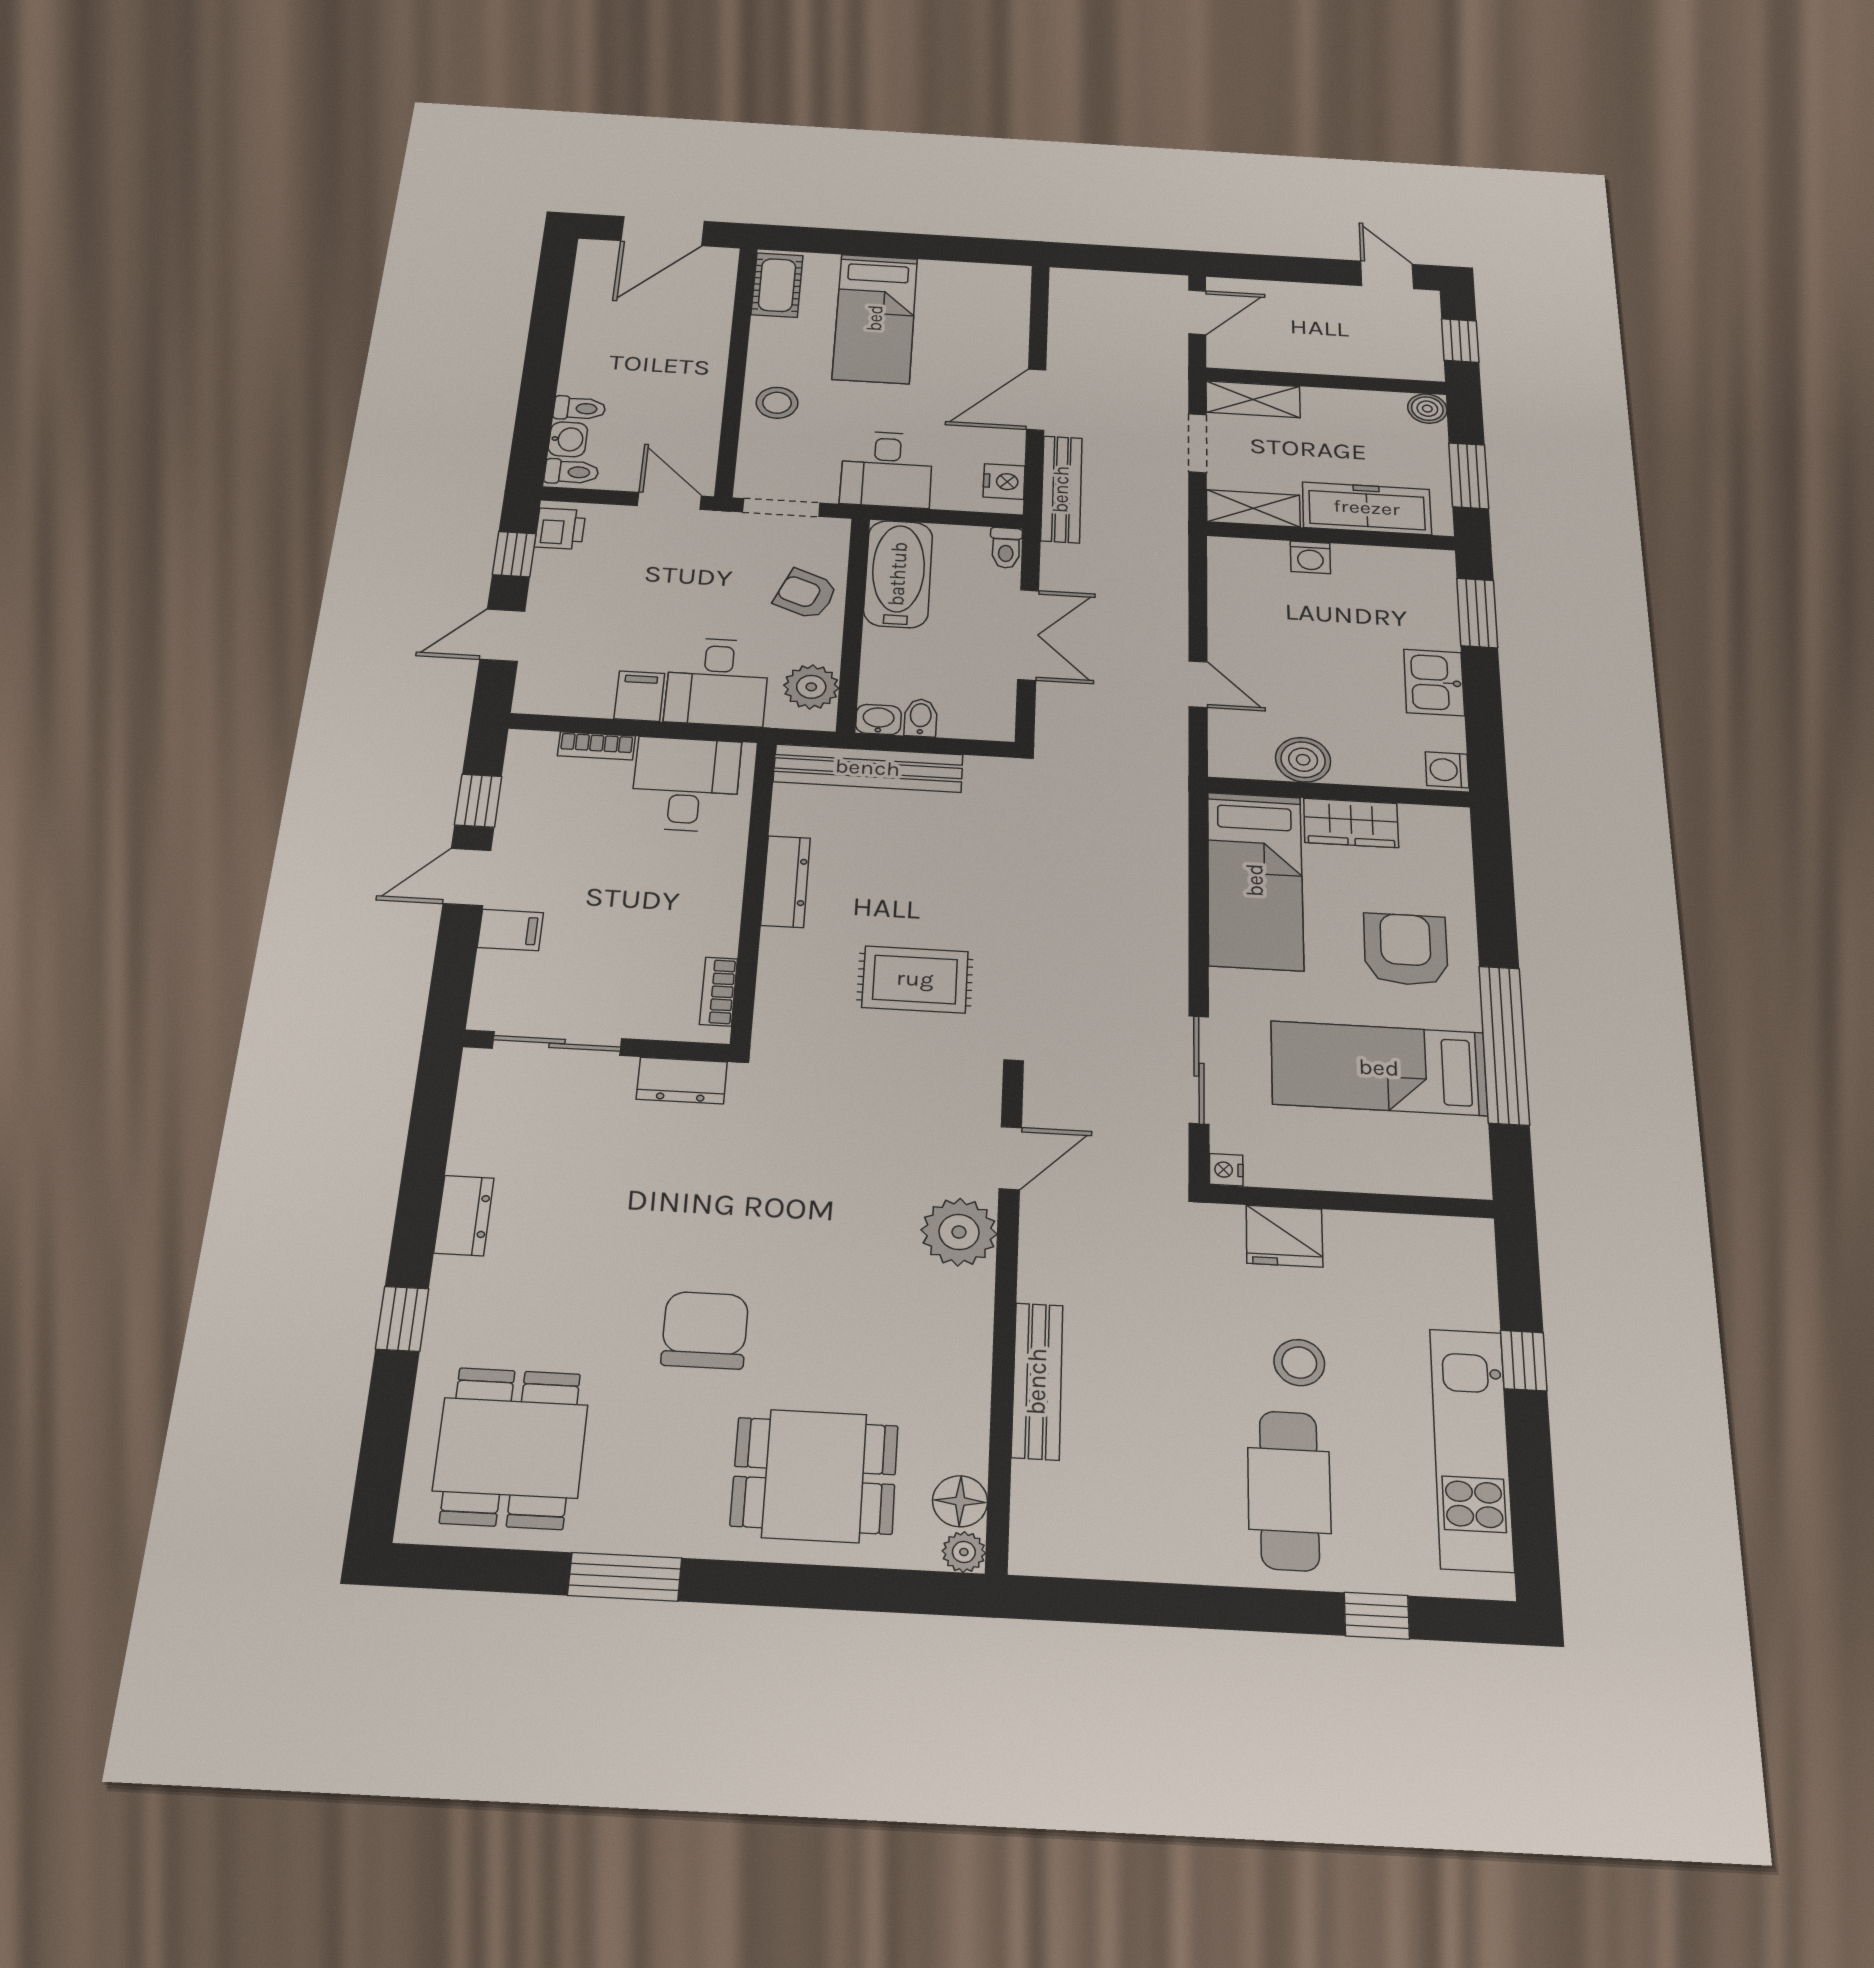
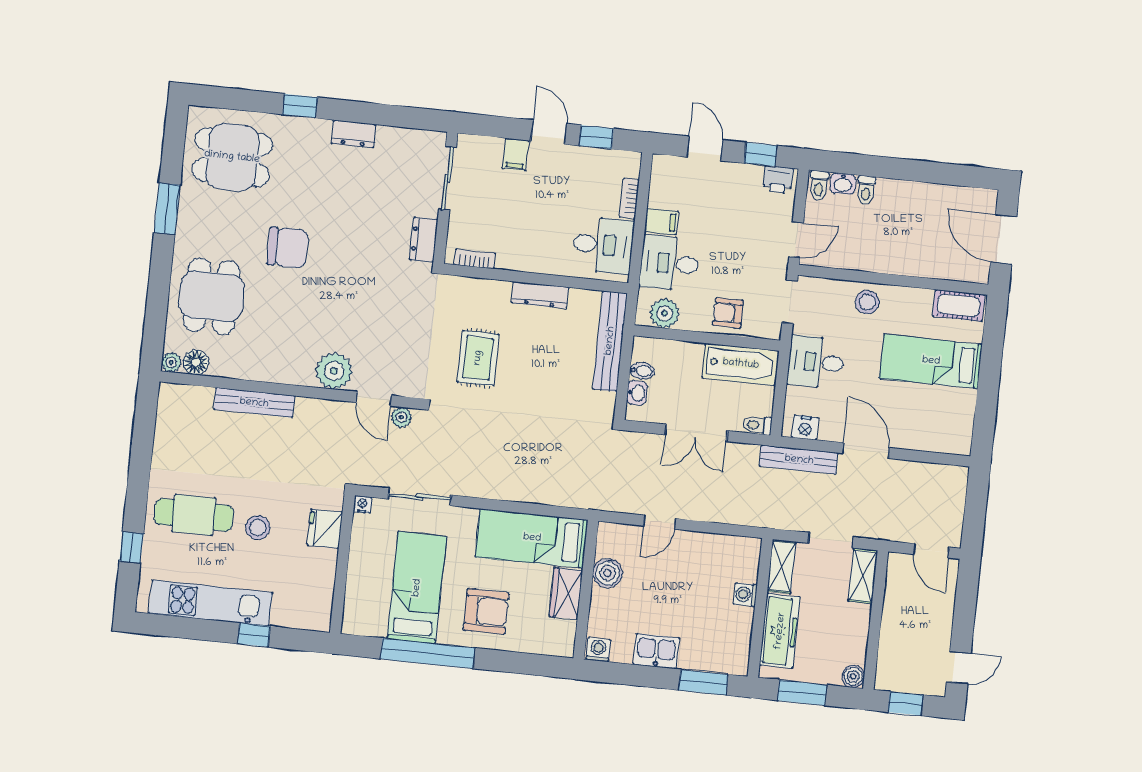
armchair: (806, 594) -> (728, 313), turned -112
washbasin: (878, 720) -> (637, 393), moved
plant: (1043, 1107) -> (401, 417), added

